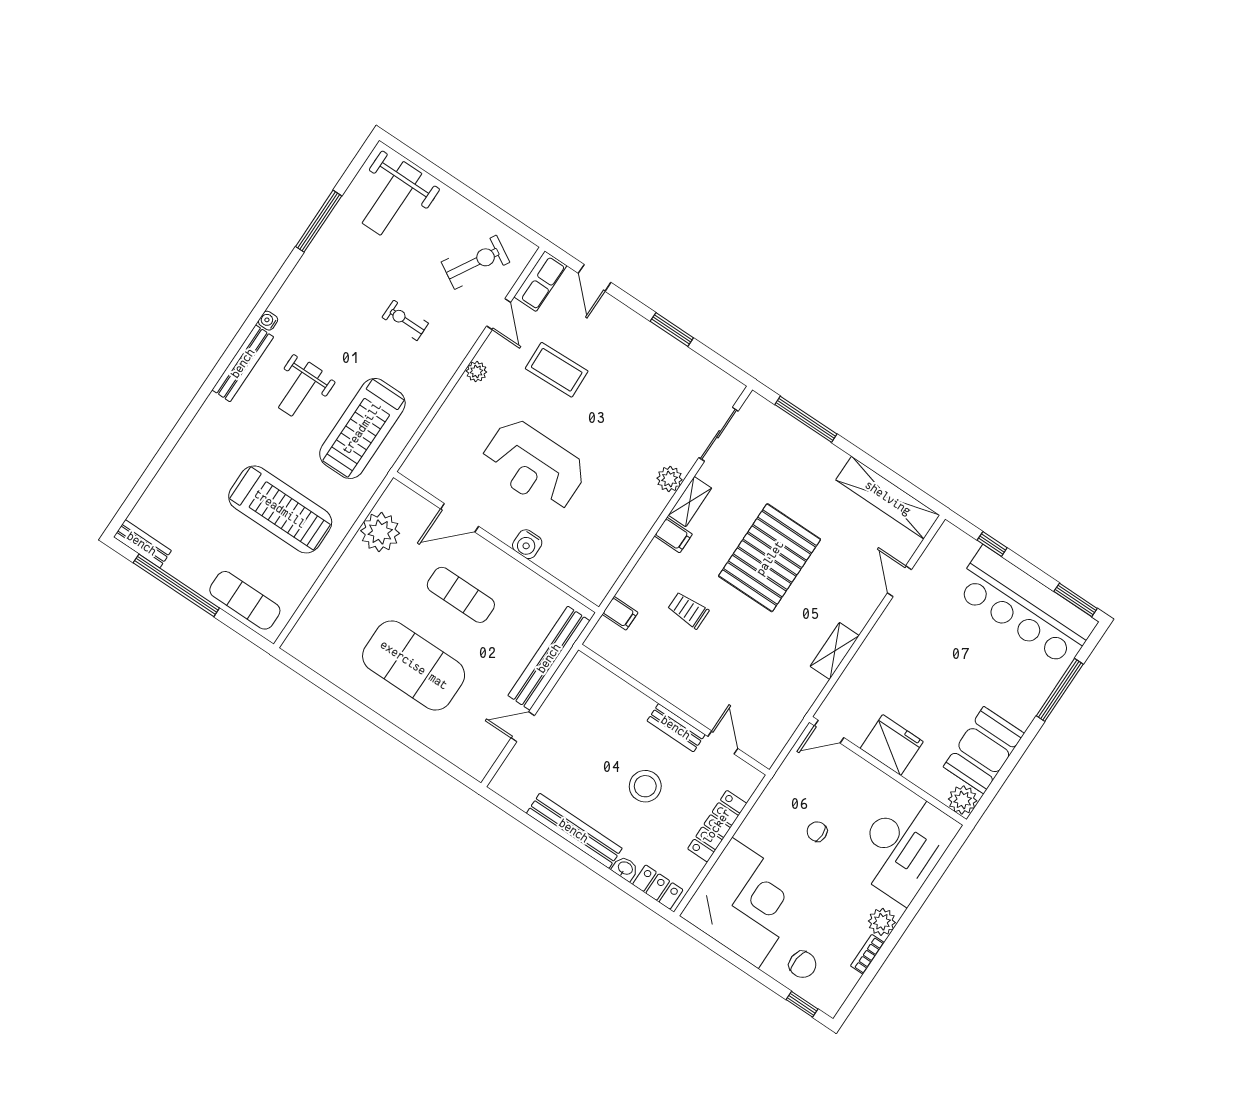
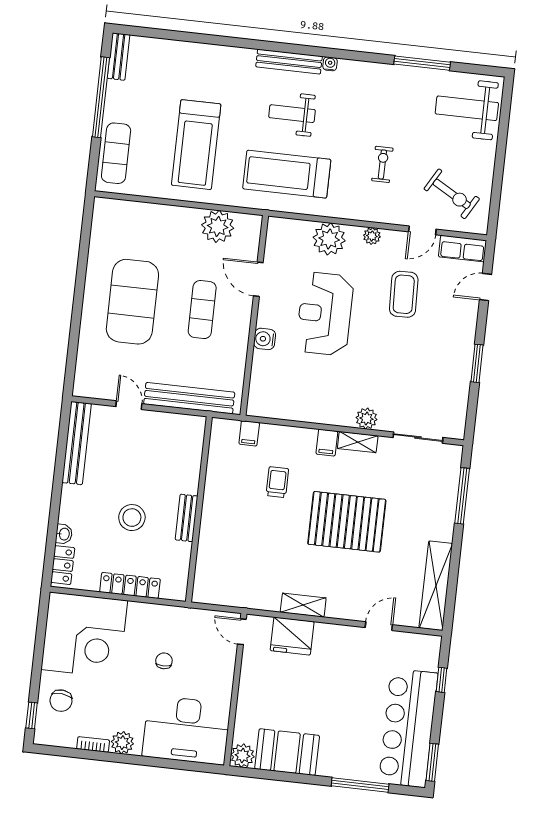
plant: (456, 419) -> (329, 239), added
door: (723, 742) -> (194, 558), removed
fridge: (892, 745) -> (292, 636), moved, turned 90
bench: (574, 831) -> (77, 443), moved

